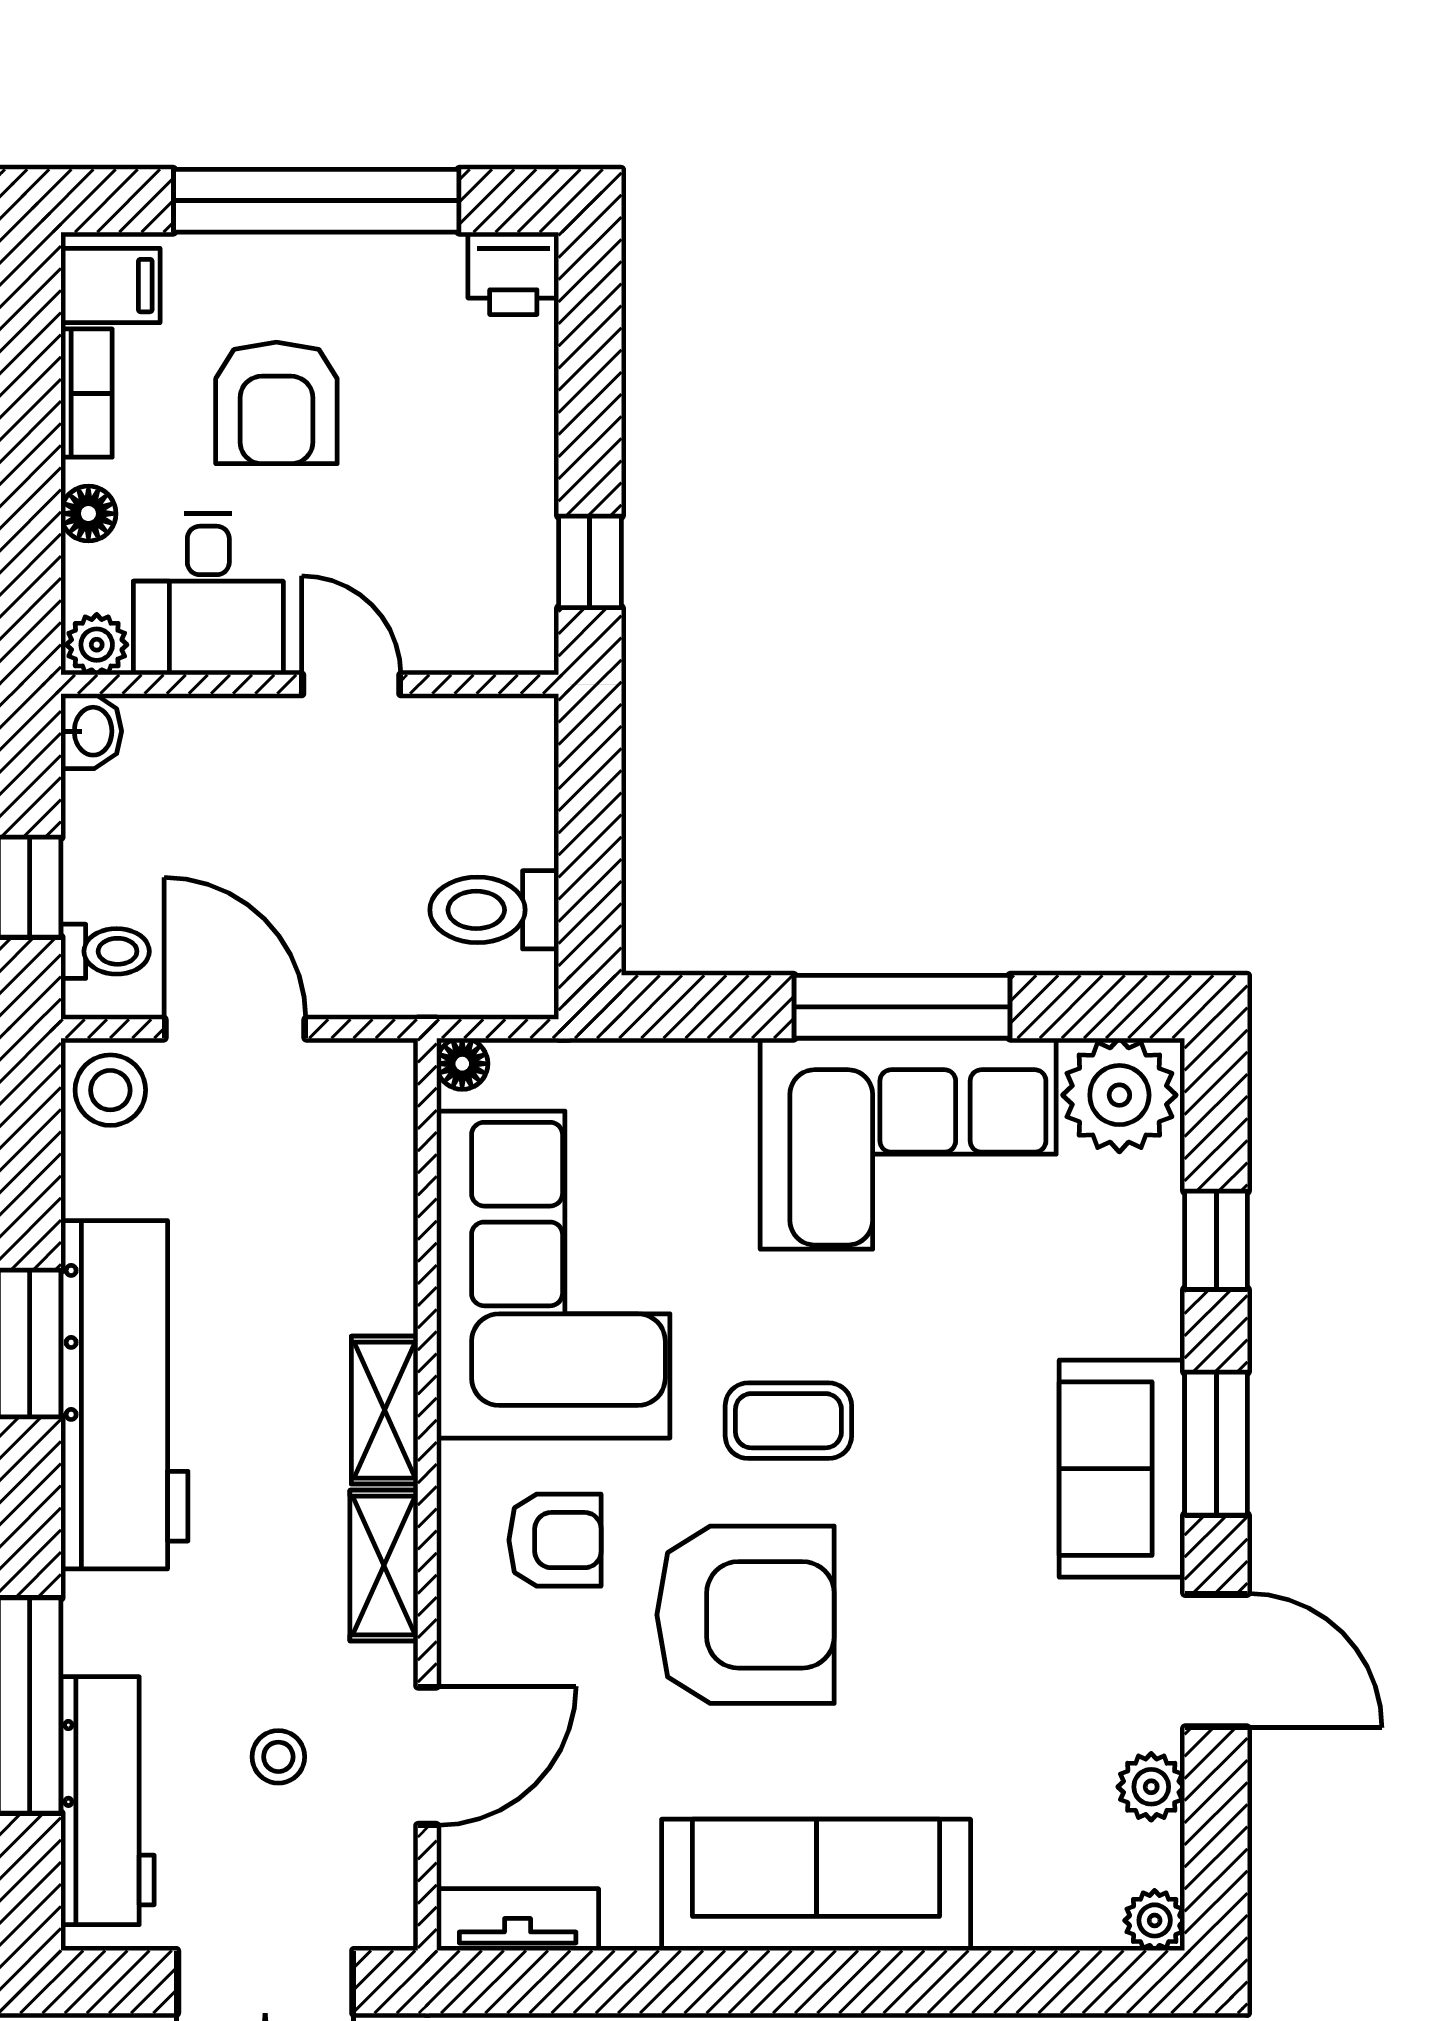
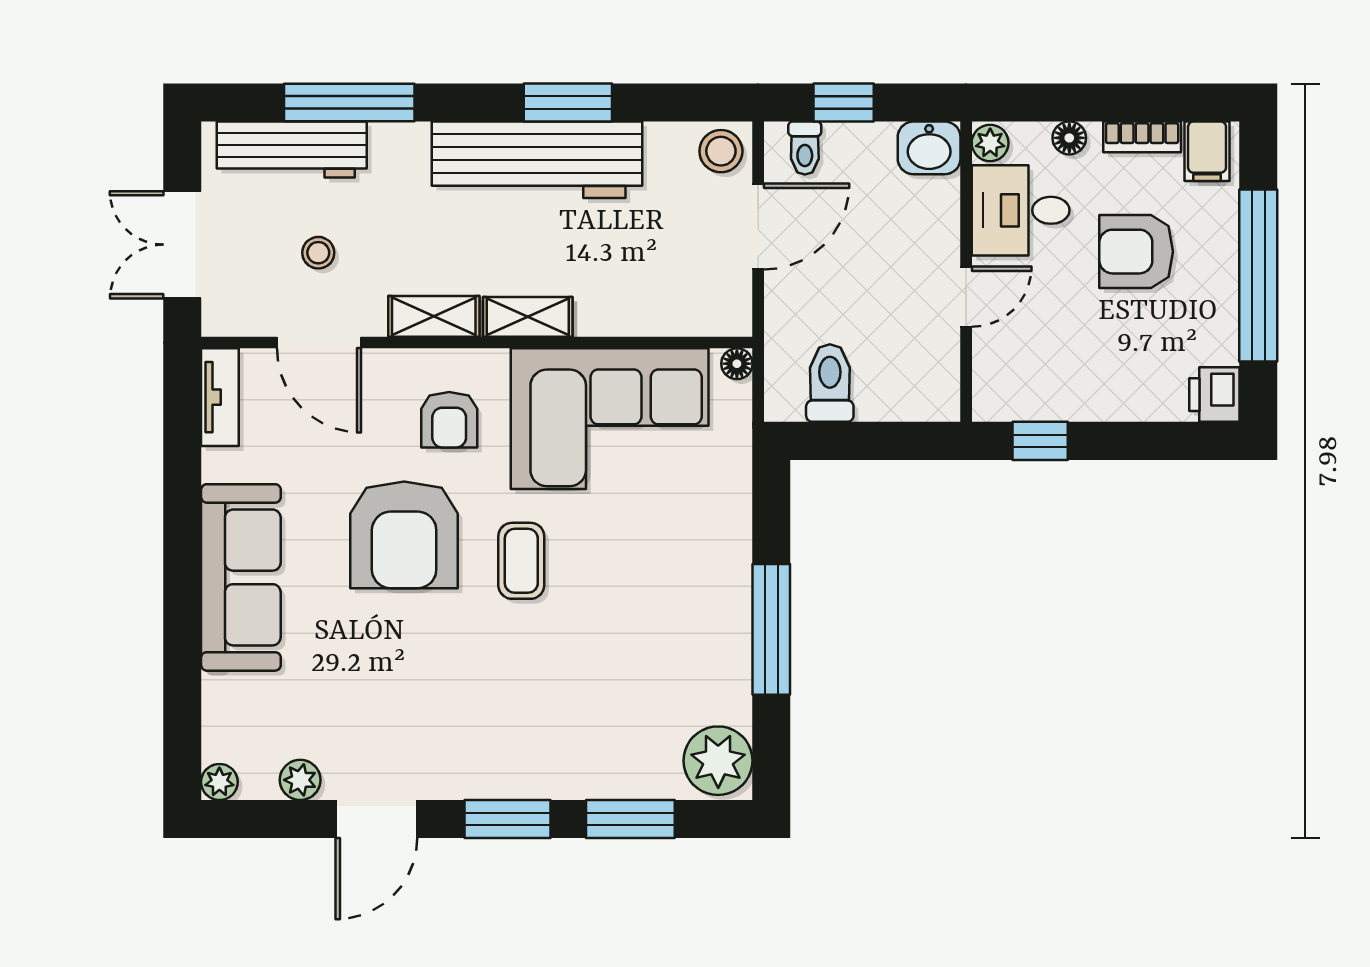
washbasin: (91, 731) -> (929, 148), width x1.38, depth x1.45
corner sofa: (908, 1144) -> (689, 633), removed
window: (1216, 1240) -> (630, 819), width x1.50
sofa: (1122, 1469) -> (492, 762), removed

